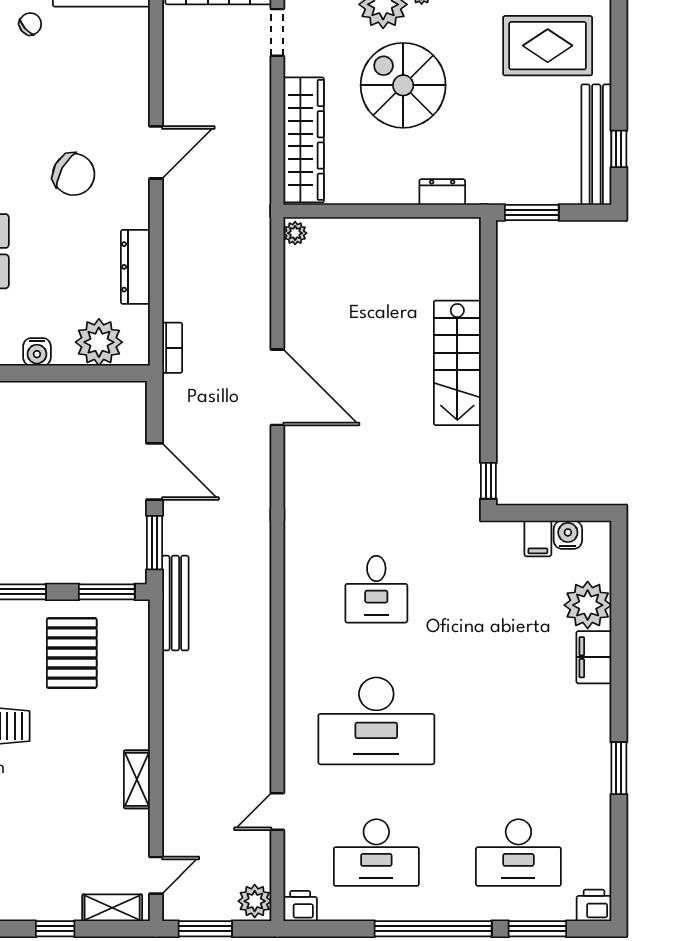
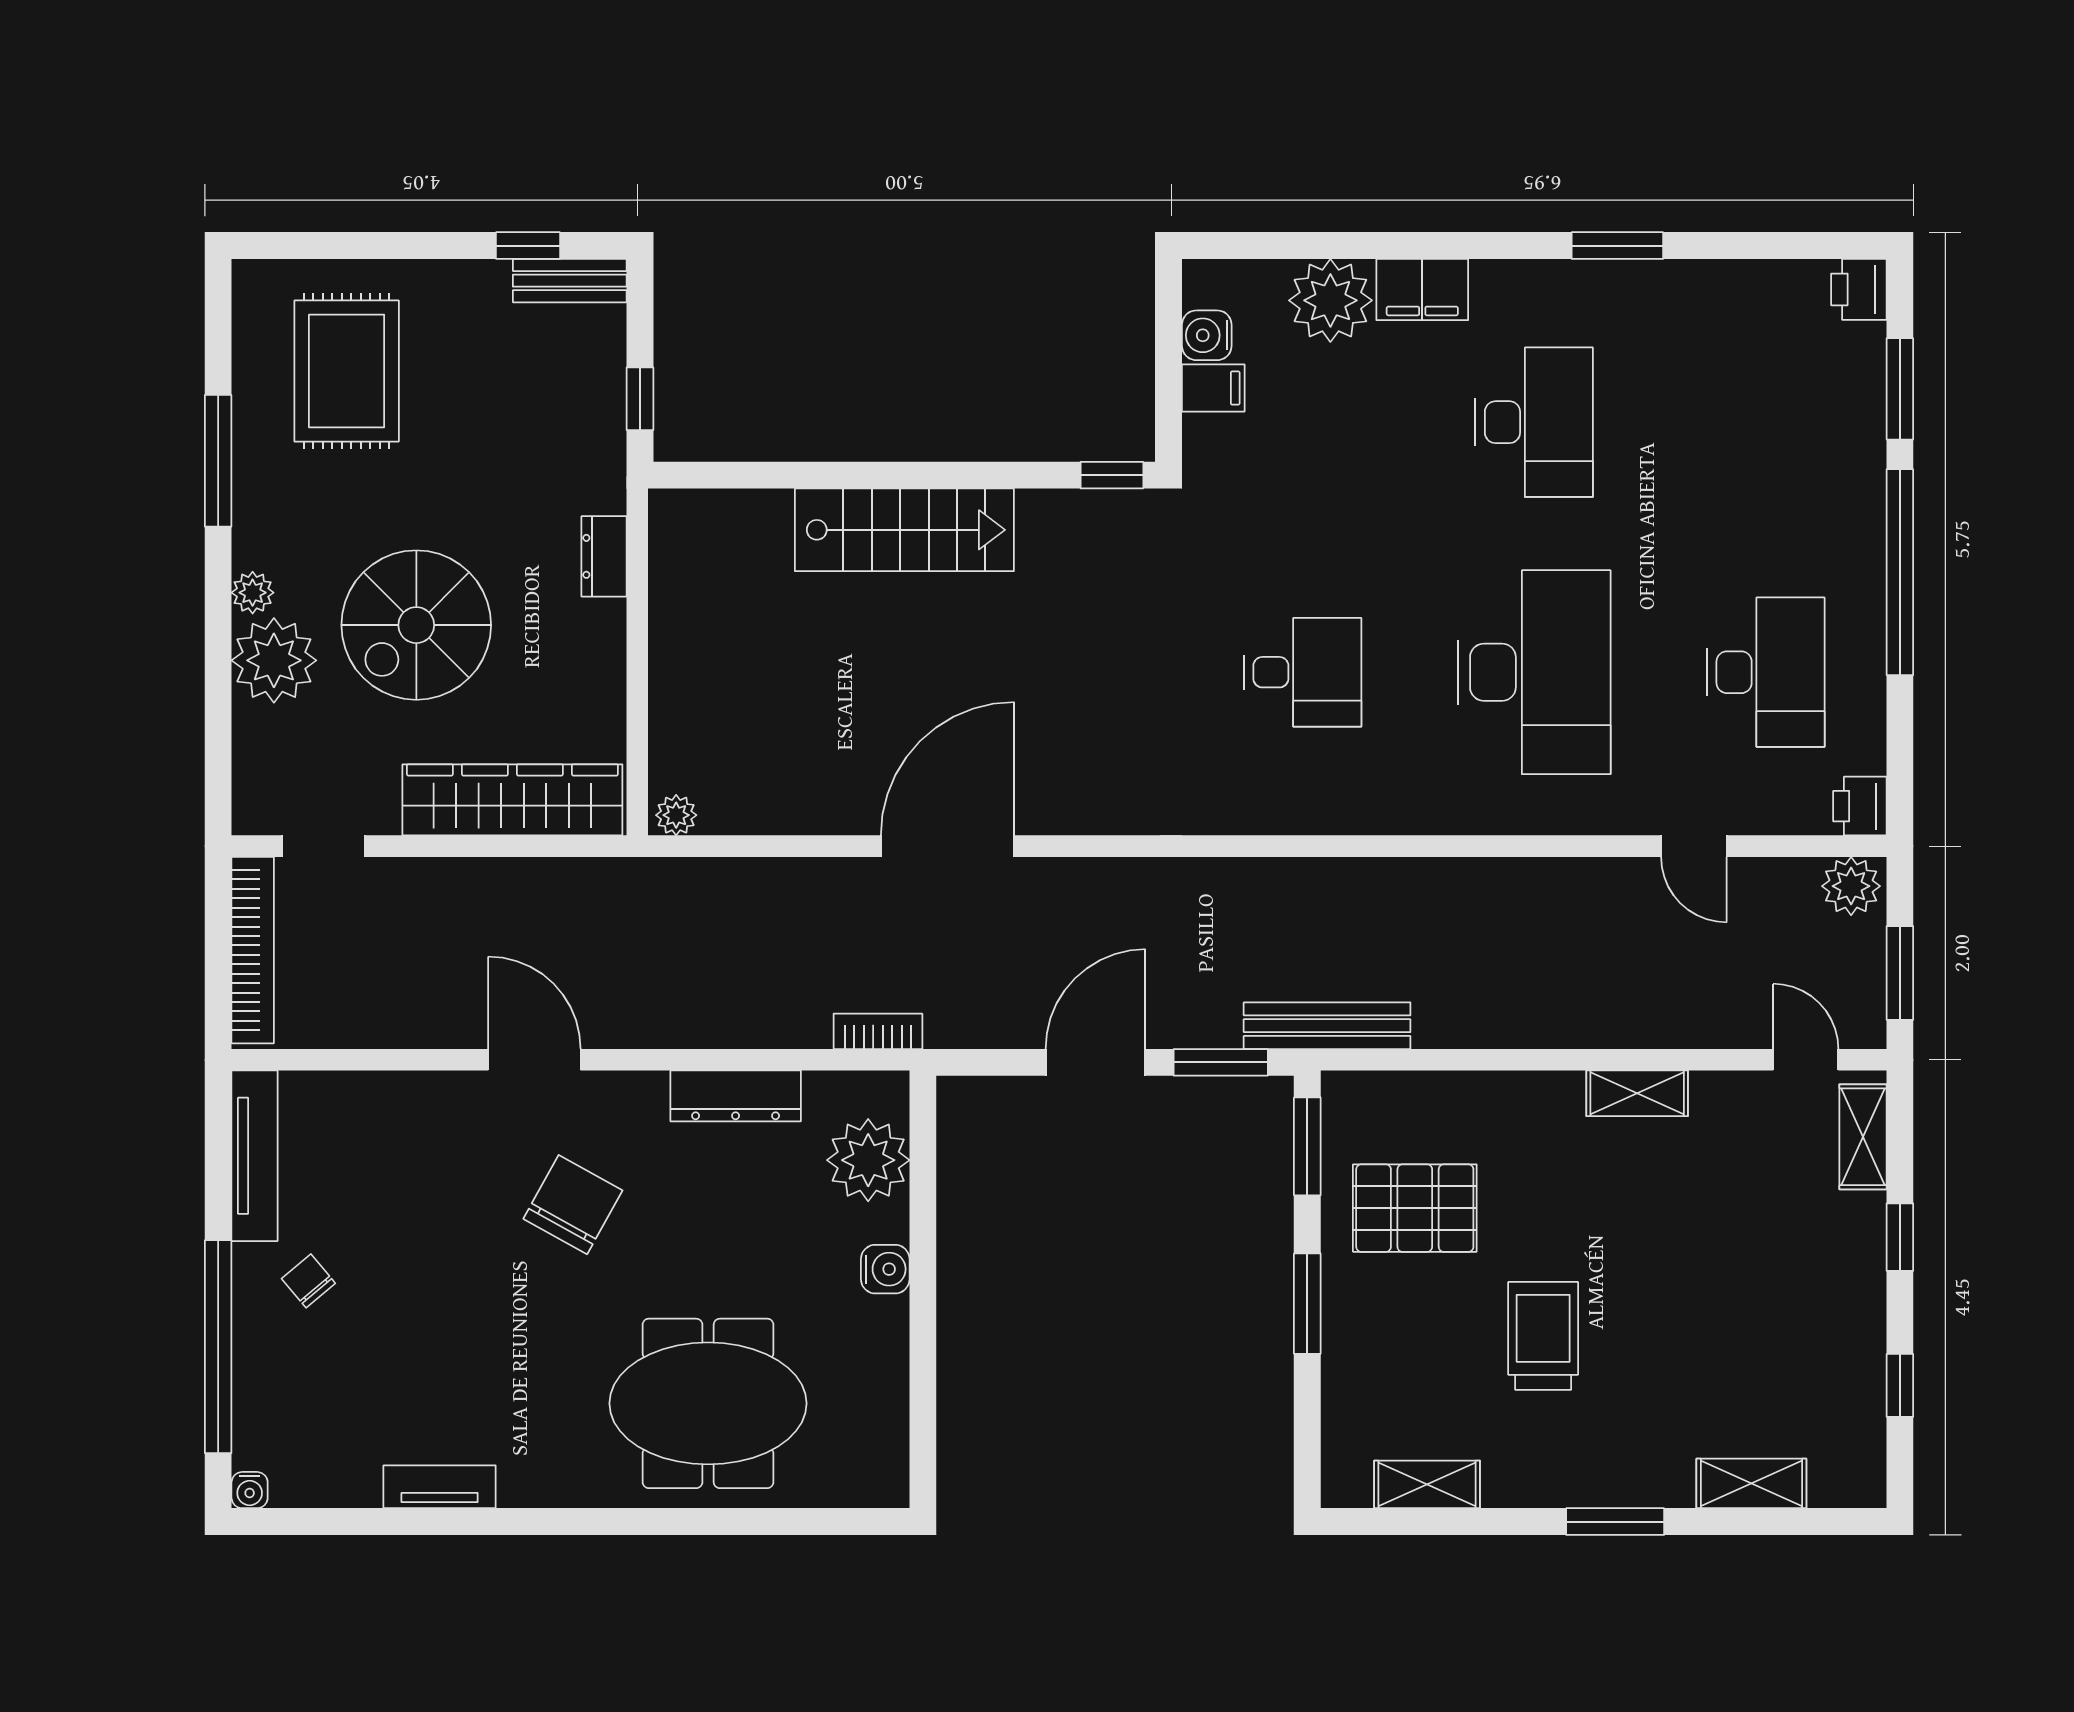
bench: (596, 145) -> (570, 281), width x0.54, depth x0.82
window: (532, 212) -> (640, 399), width x0.67
desk: (518, 853) -> (1534, 422), moved

